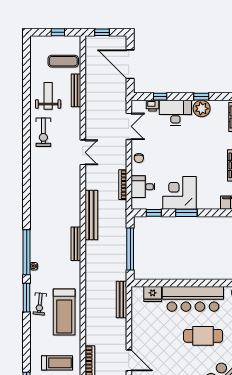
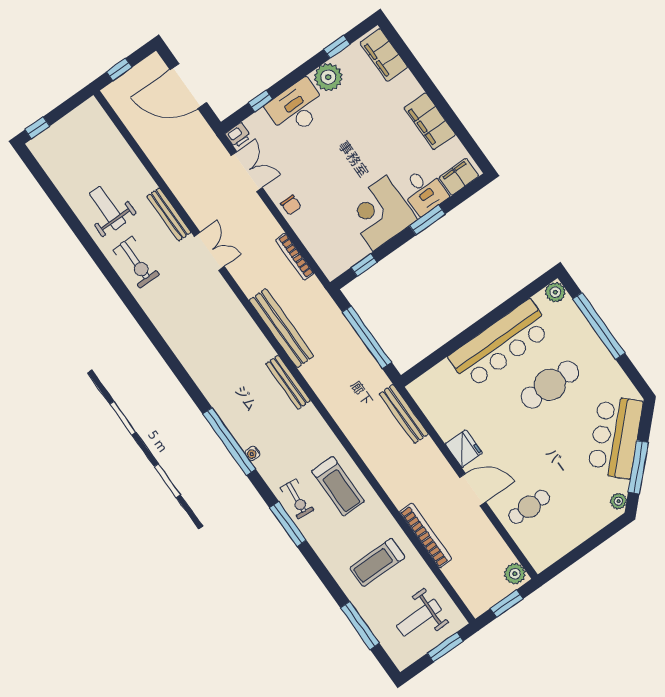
window: (58, 32) -> (37, 128), moved
exercise mat: (63, 61) -> (95, 146), removed
bench: (76, 90) -> (169, 214), moved
window: (201, 97) -> (337, 47), moved
printer: (152, 106) -> (238, 135), moved
desk: (143, 187) -> (424, 191), moved, turned -90
window: (186, 213) -> (427, 220), moved
fridge: (153, 294) -> (464, 449), moved, turned -90
window: (27, 298) -> (288, 524), moved
treadmill: (64, 312) -> (338, 486), width x0.73, depth x0.73
treadmill: (57, 363) -> (377, 562), turned 180

